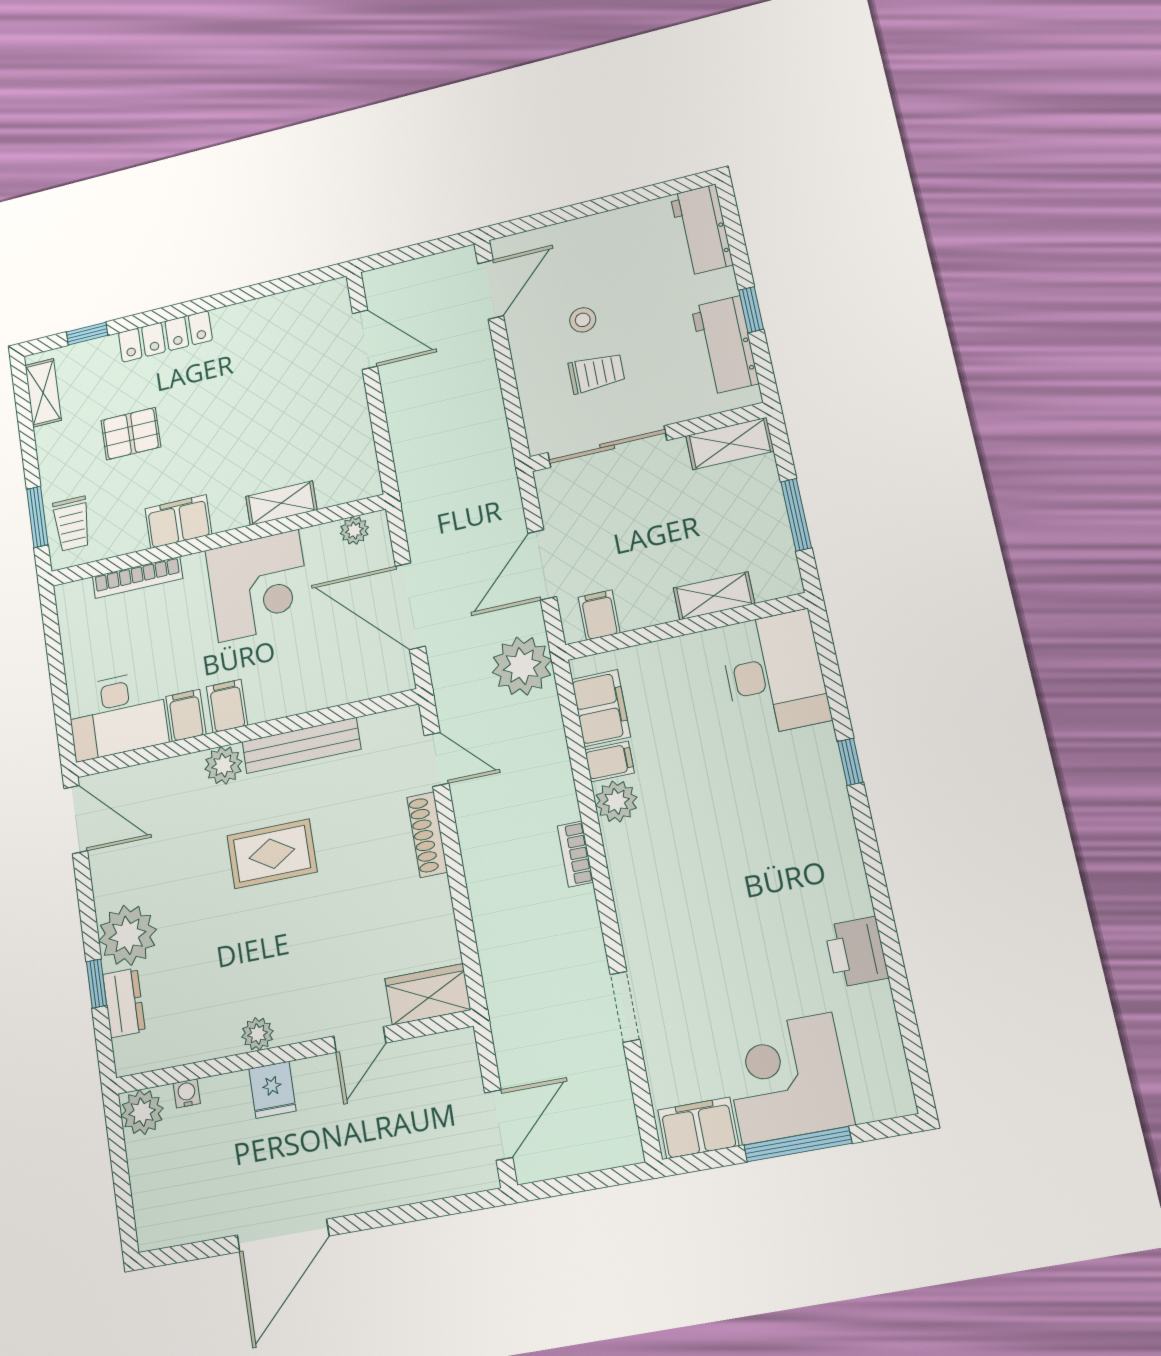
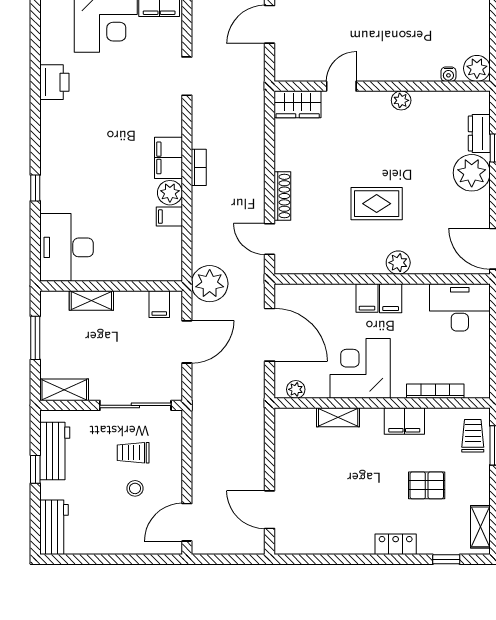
locker: (165, 336) -> (396, 544), width x0.66
filing cabinet: (601, 708) -> (168, 158), moved
filing cabinet: (186, 715) -> (367, 298), moved
bench: (301, 746) -> (349, 264), removed
fridge: (272, 1090) -> (397, 67), removed

